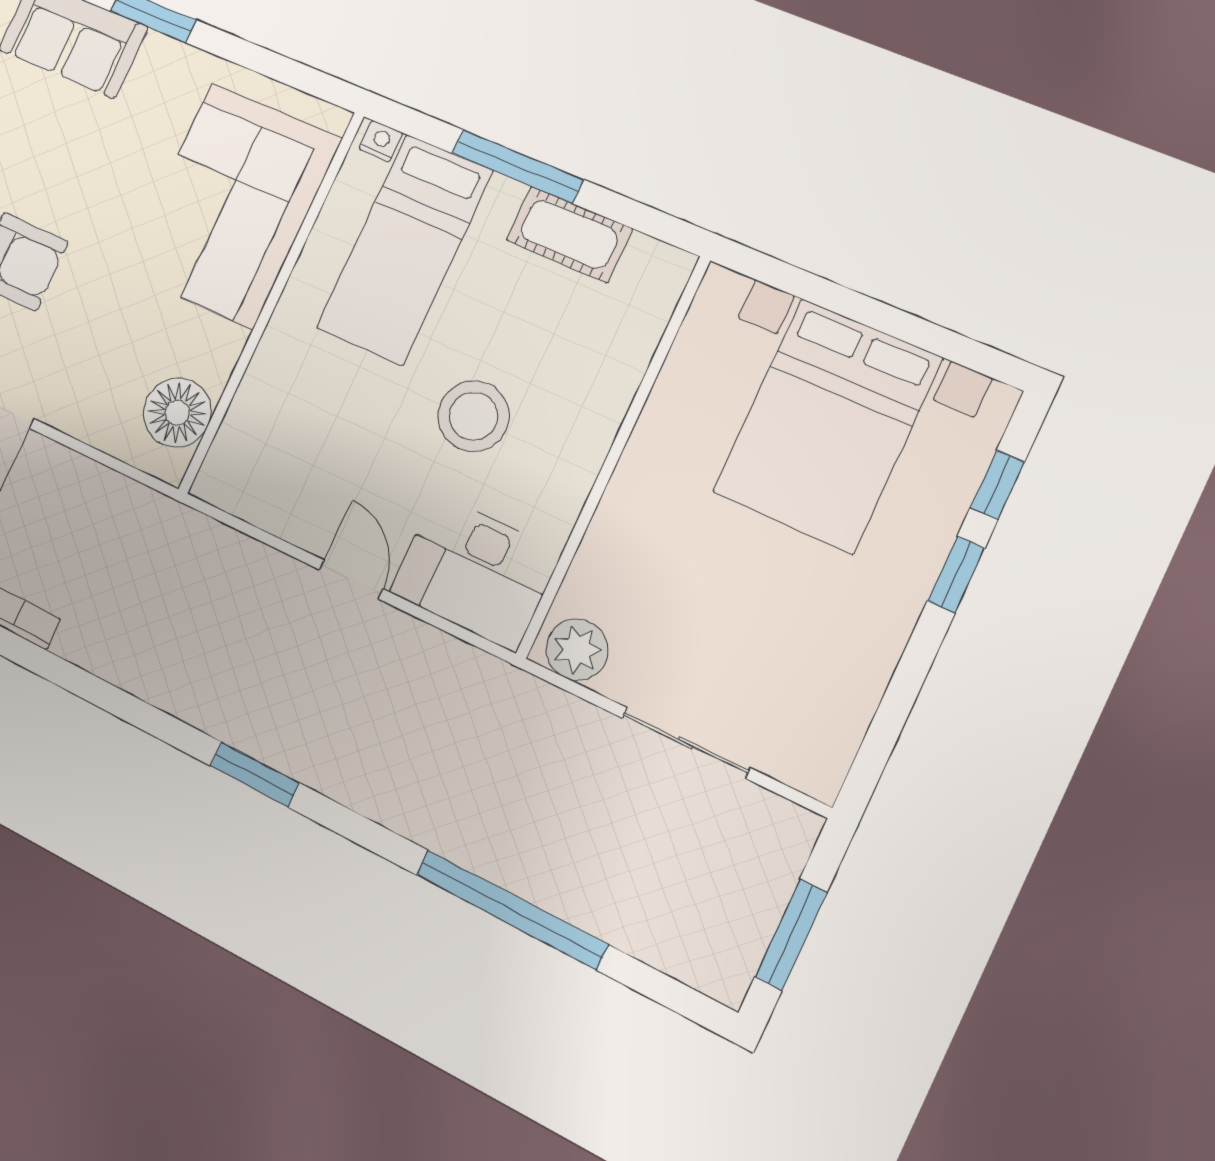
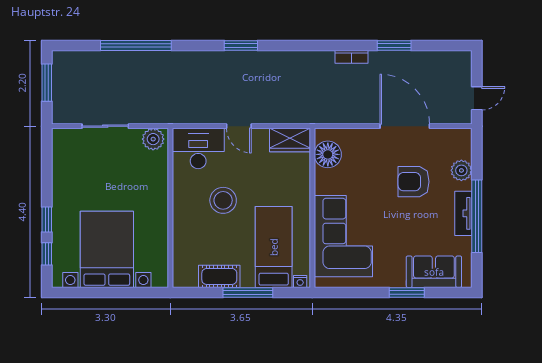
wardrobe: (247, 488) -> (290, 140), added

